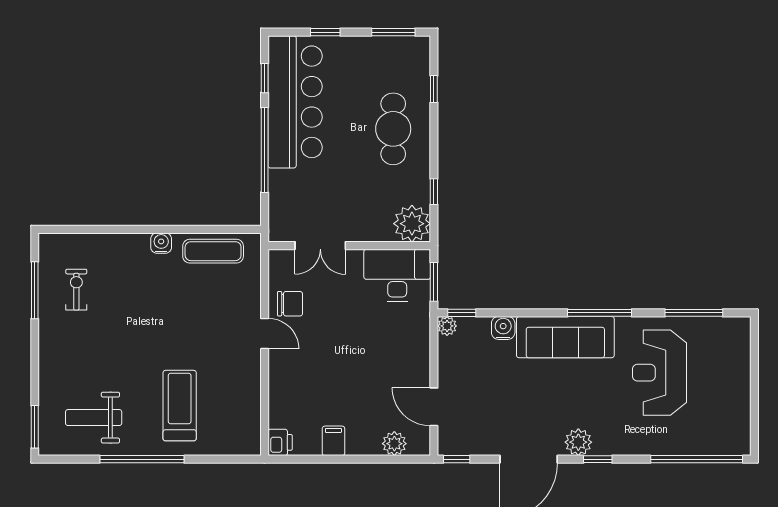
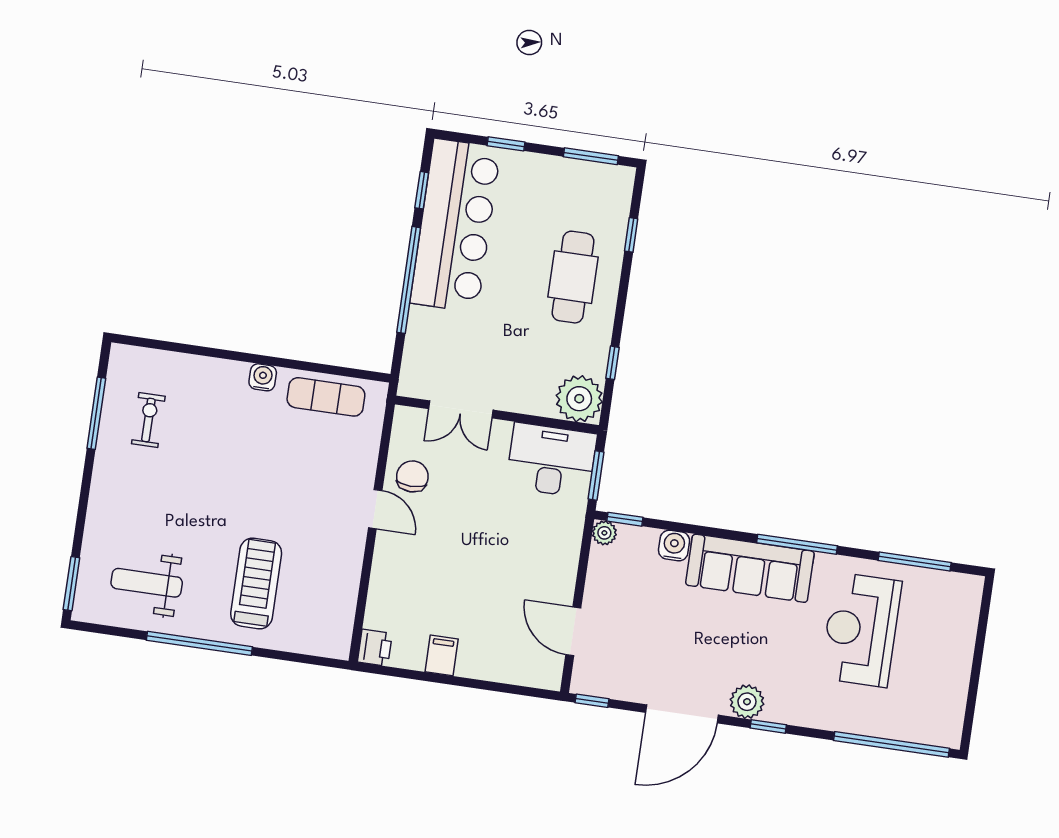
chair: (290, 304) -> (412, 476), turned -90
plant: (394, 444) -> (517, 670), removed

